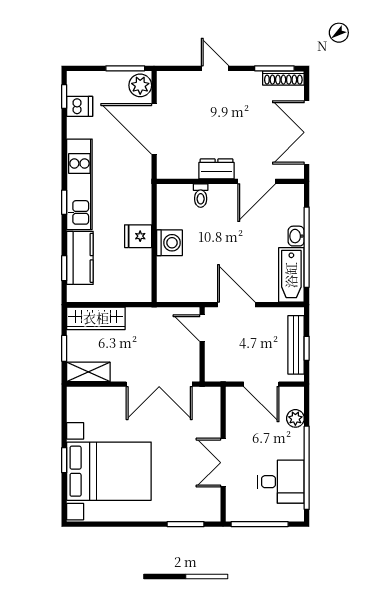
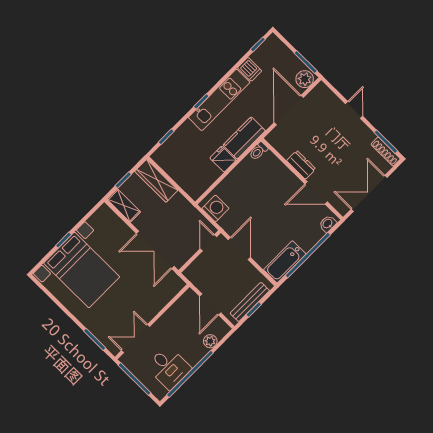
dishwasher: (80, 106) -> (250, 69), moved
toilet: (201, 196) -> (258, 151), moved
washbasin: (296, 236) -> (328, 224), moved
washing machine: (169, 243) -> (215, 208), moved, turned -90
kitchen counter: (80, 258) -> (244, 138), moved, turned 180
double door: (223, 463) -> (136, 338), moved

